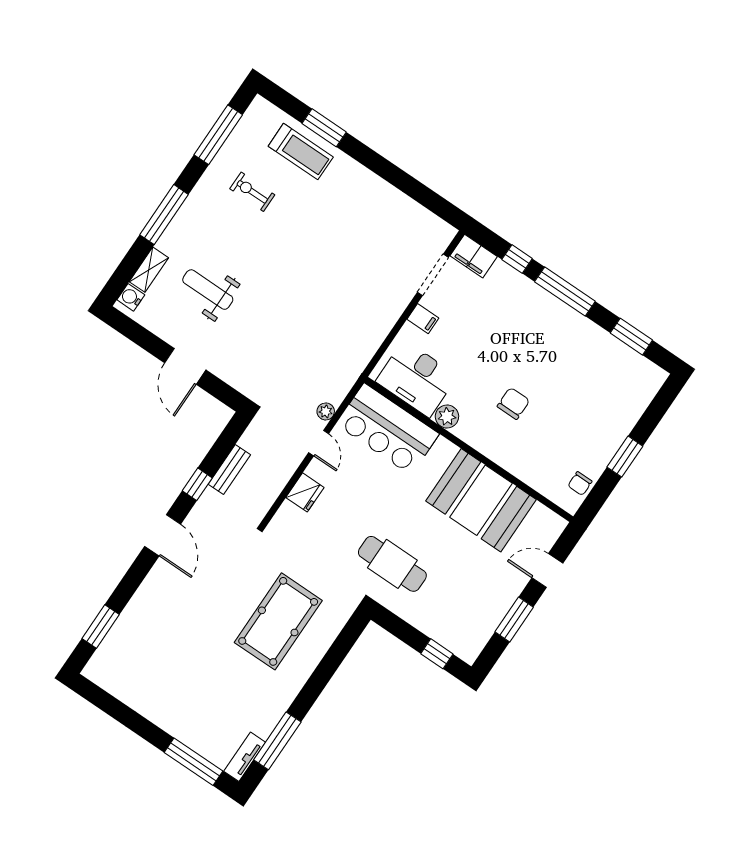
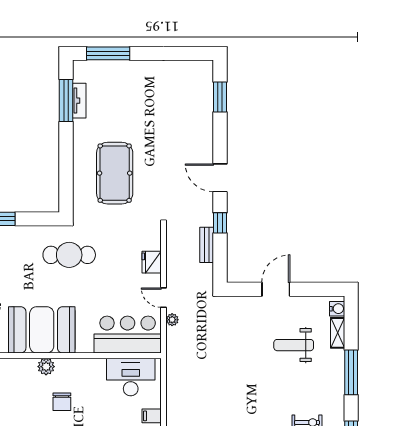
weight bench: (208, 290) -> (294, 345), turned 180
door: (185, 366) -> (276, 289), hinge flipped
plant: (447, 416) -> (46, 367), moved
tv unit: (245, 757) -> (79, 101), moved

